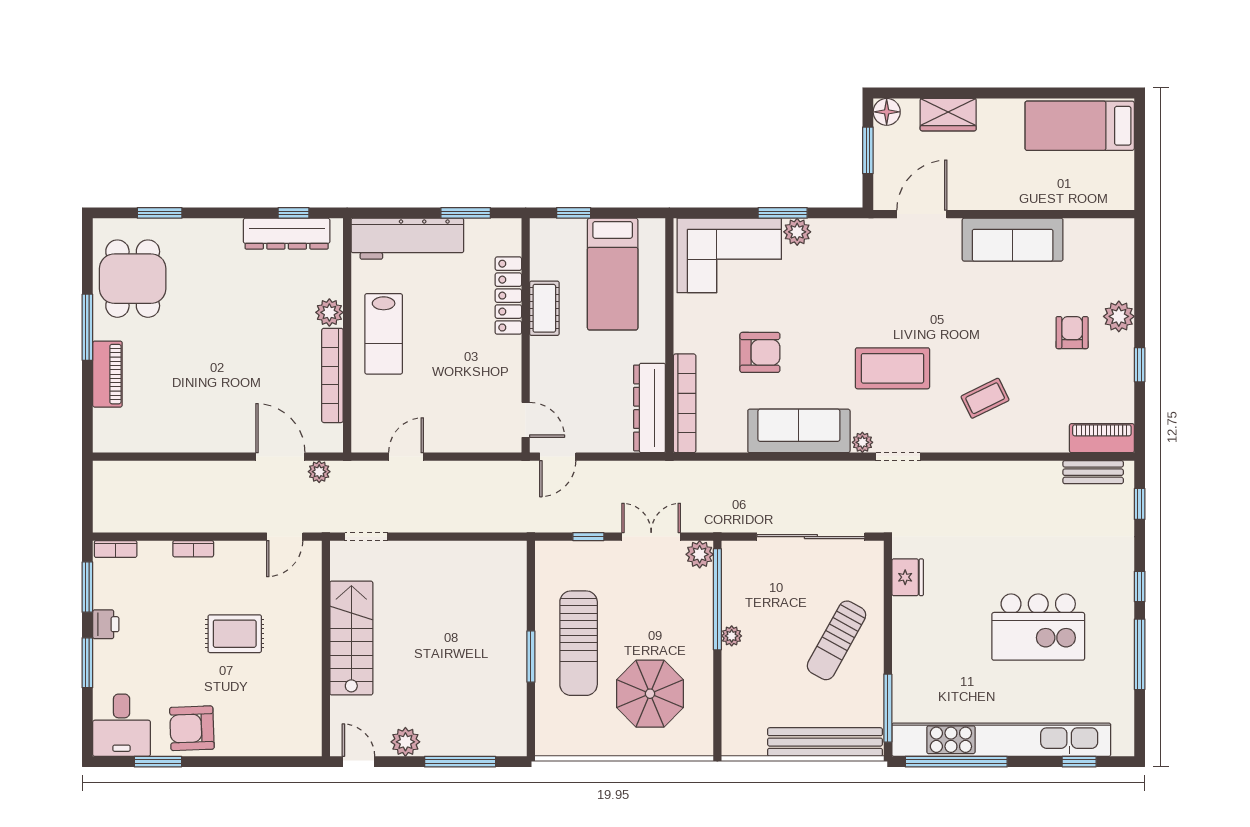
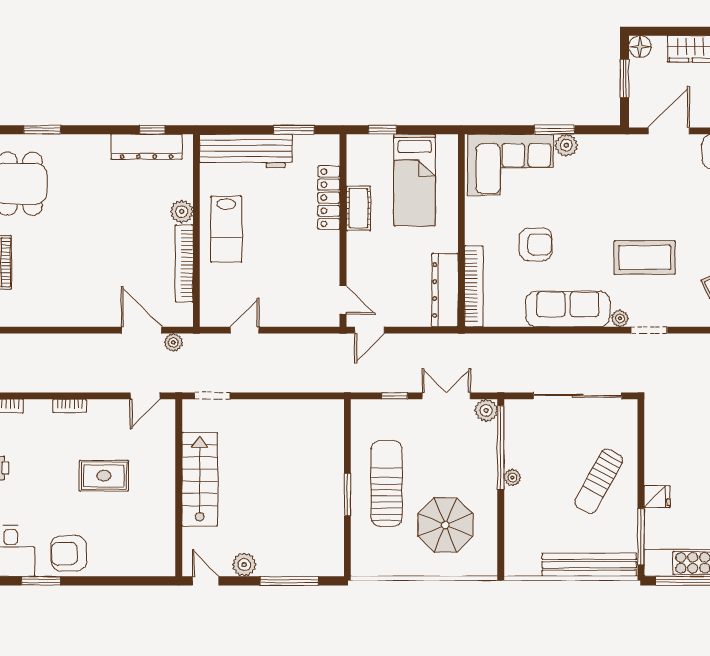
fridge: (908, 577) -> (657, 497), moved, width x0.72
sun lounger: (579, 643) -> (387, 483), turned 180

